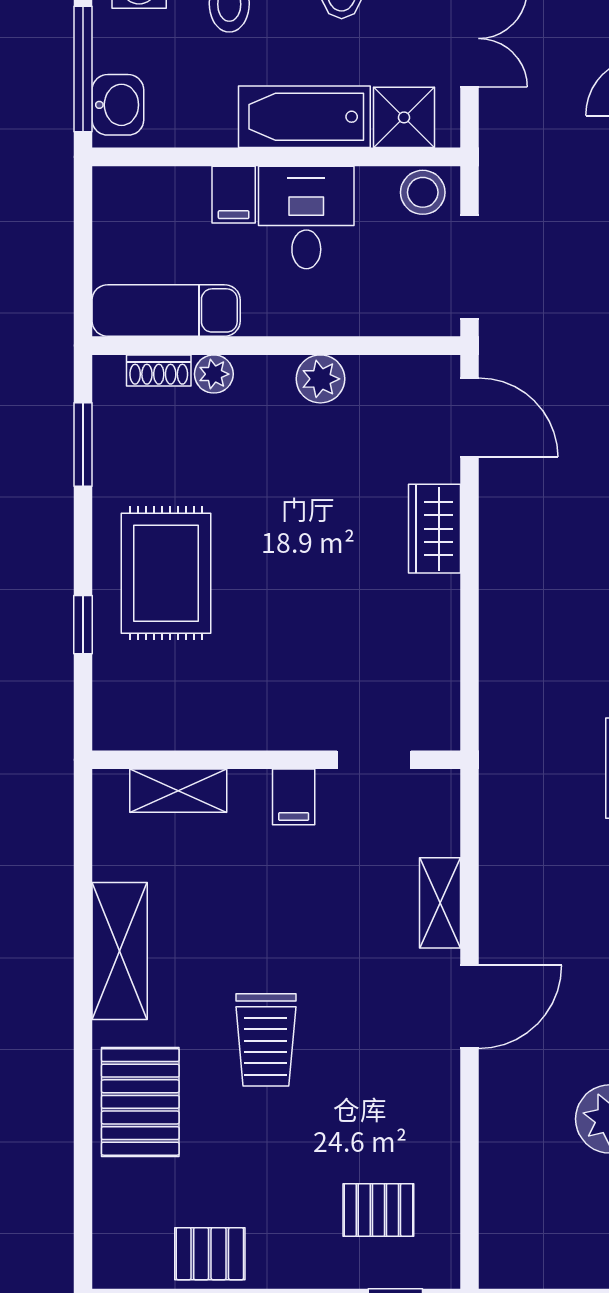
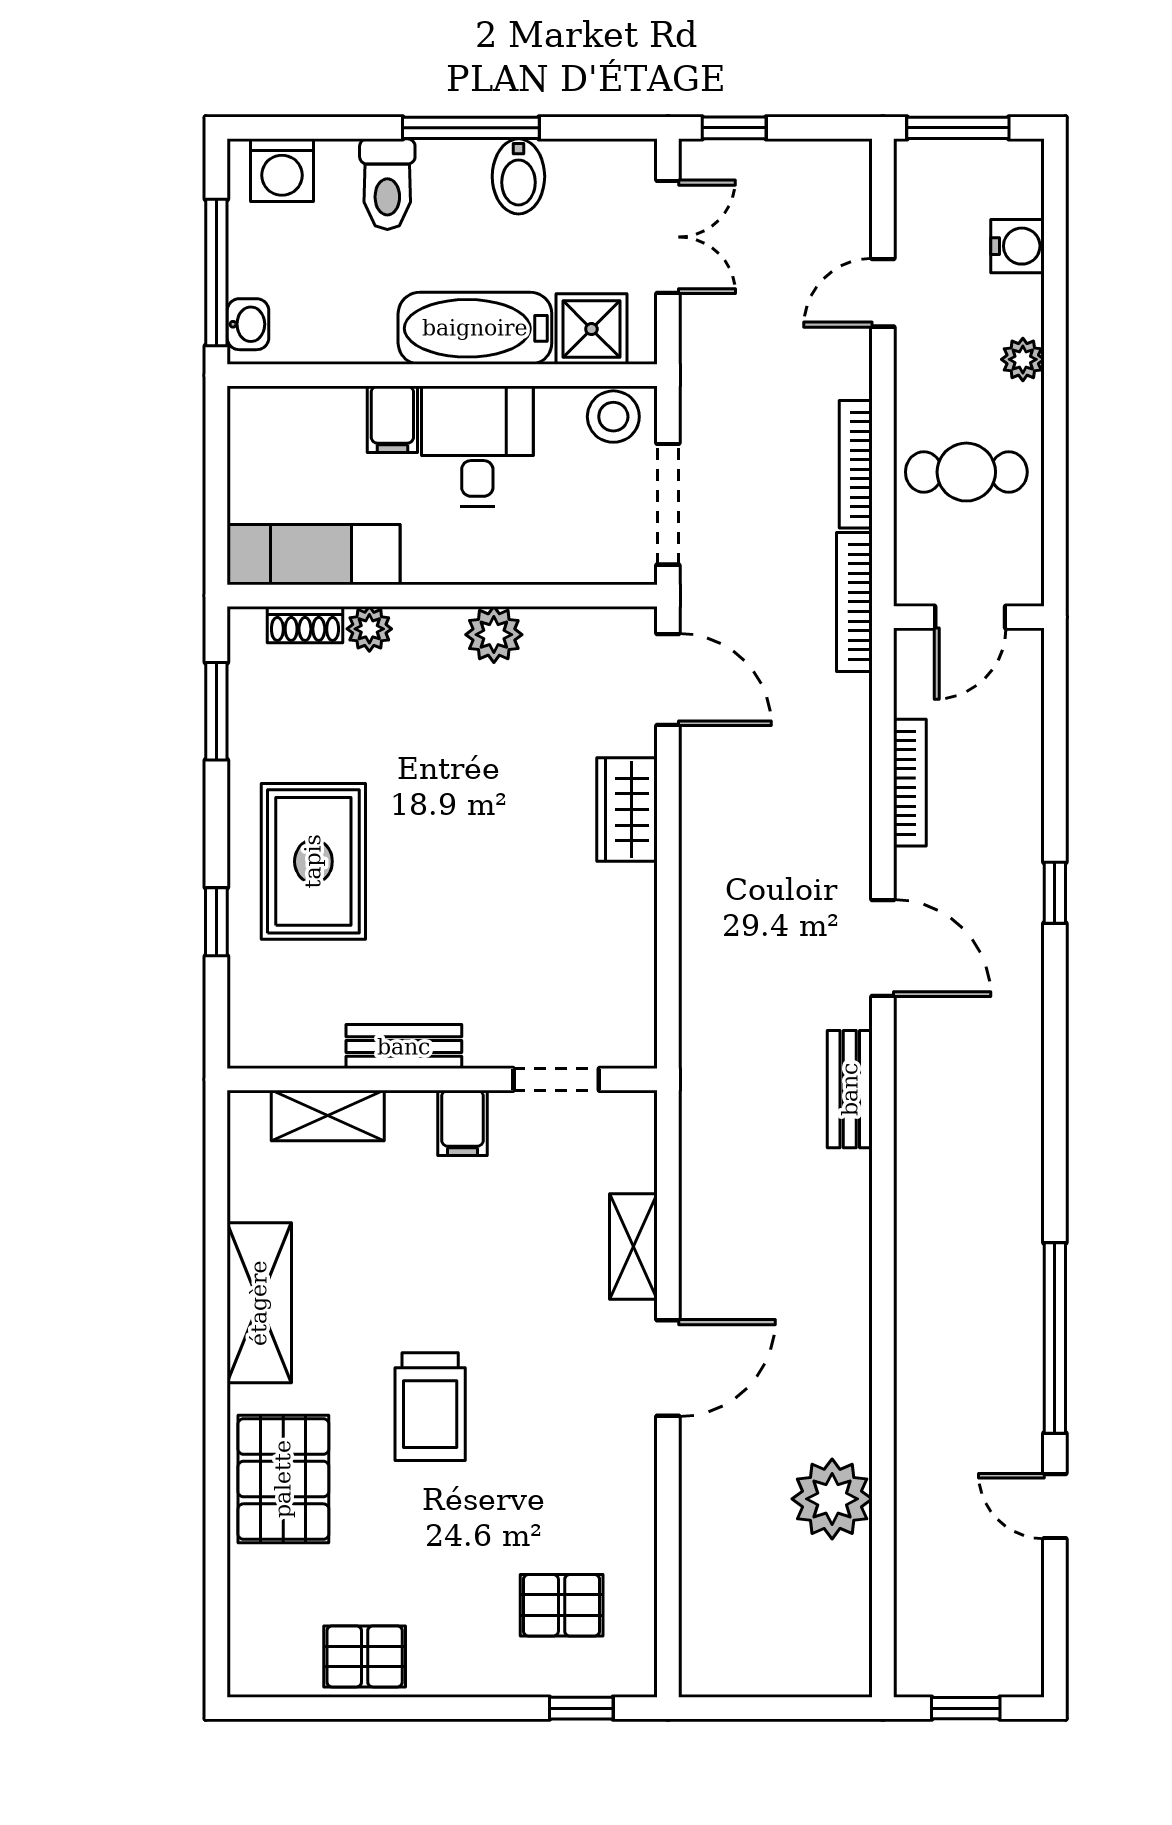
washbasin: (118, 105) -> (248, 324), width x0.72, depth x0.69
bench: (244, 732) -> (404, 1047), added

